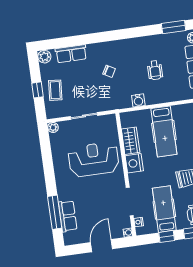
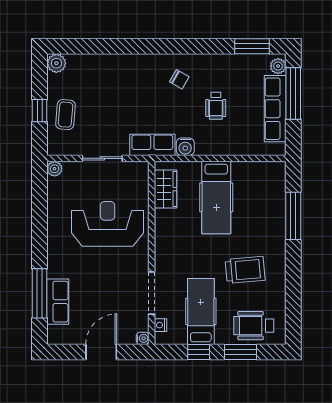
row of seats: (71, 54) -> (152, 145), moved, turned 180
chair: (109, 71) -> (179, 79), moved
wardrobe: (131, 141) -> (165, 189), moved
nightstand: (134, 163) -> (166, 238), removed

